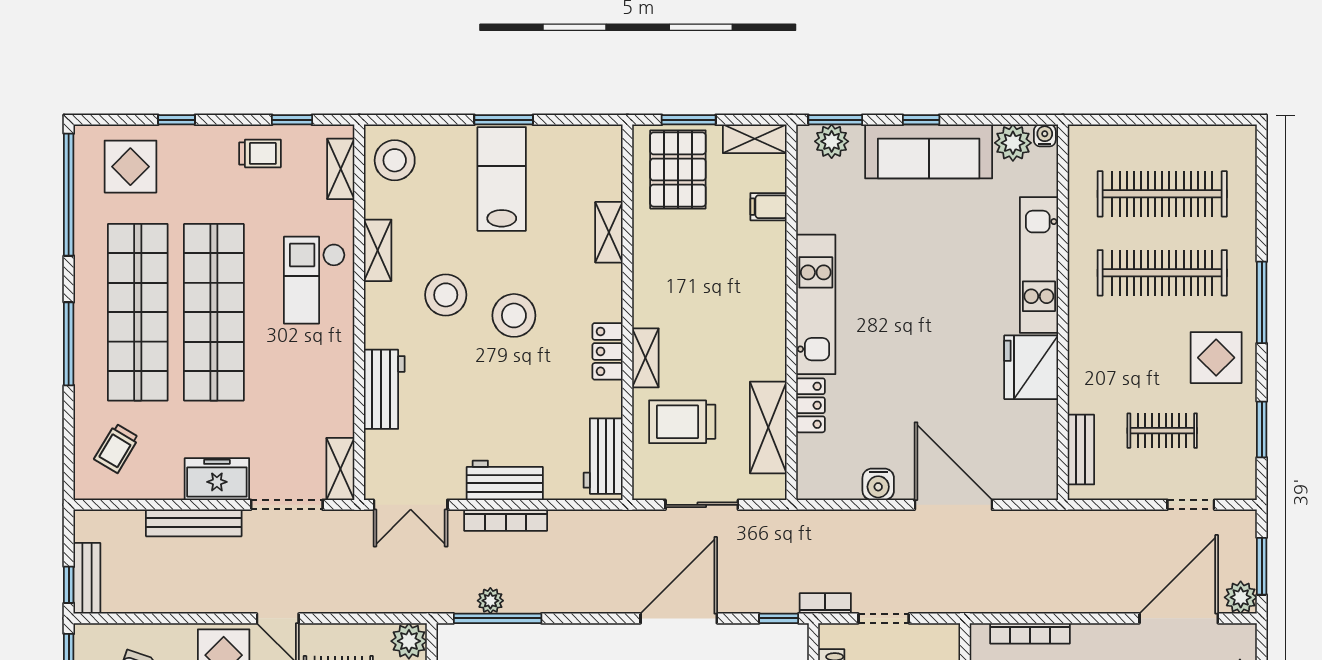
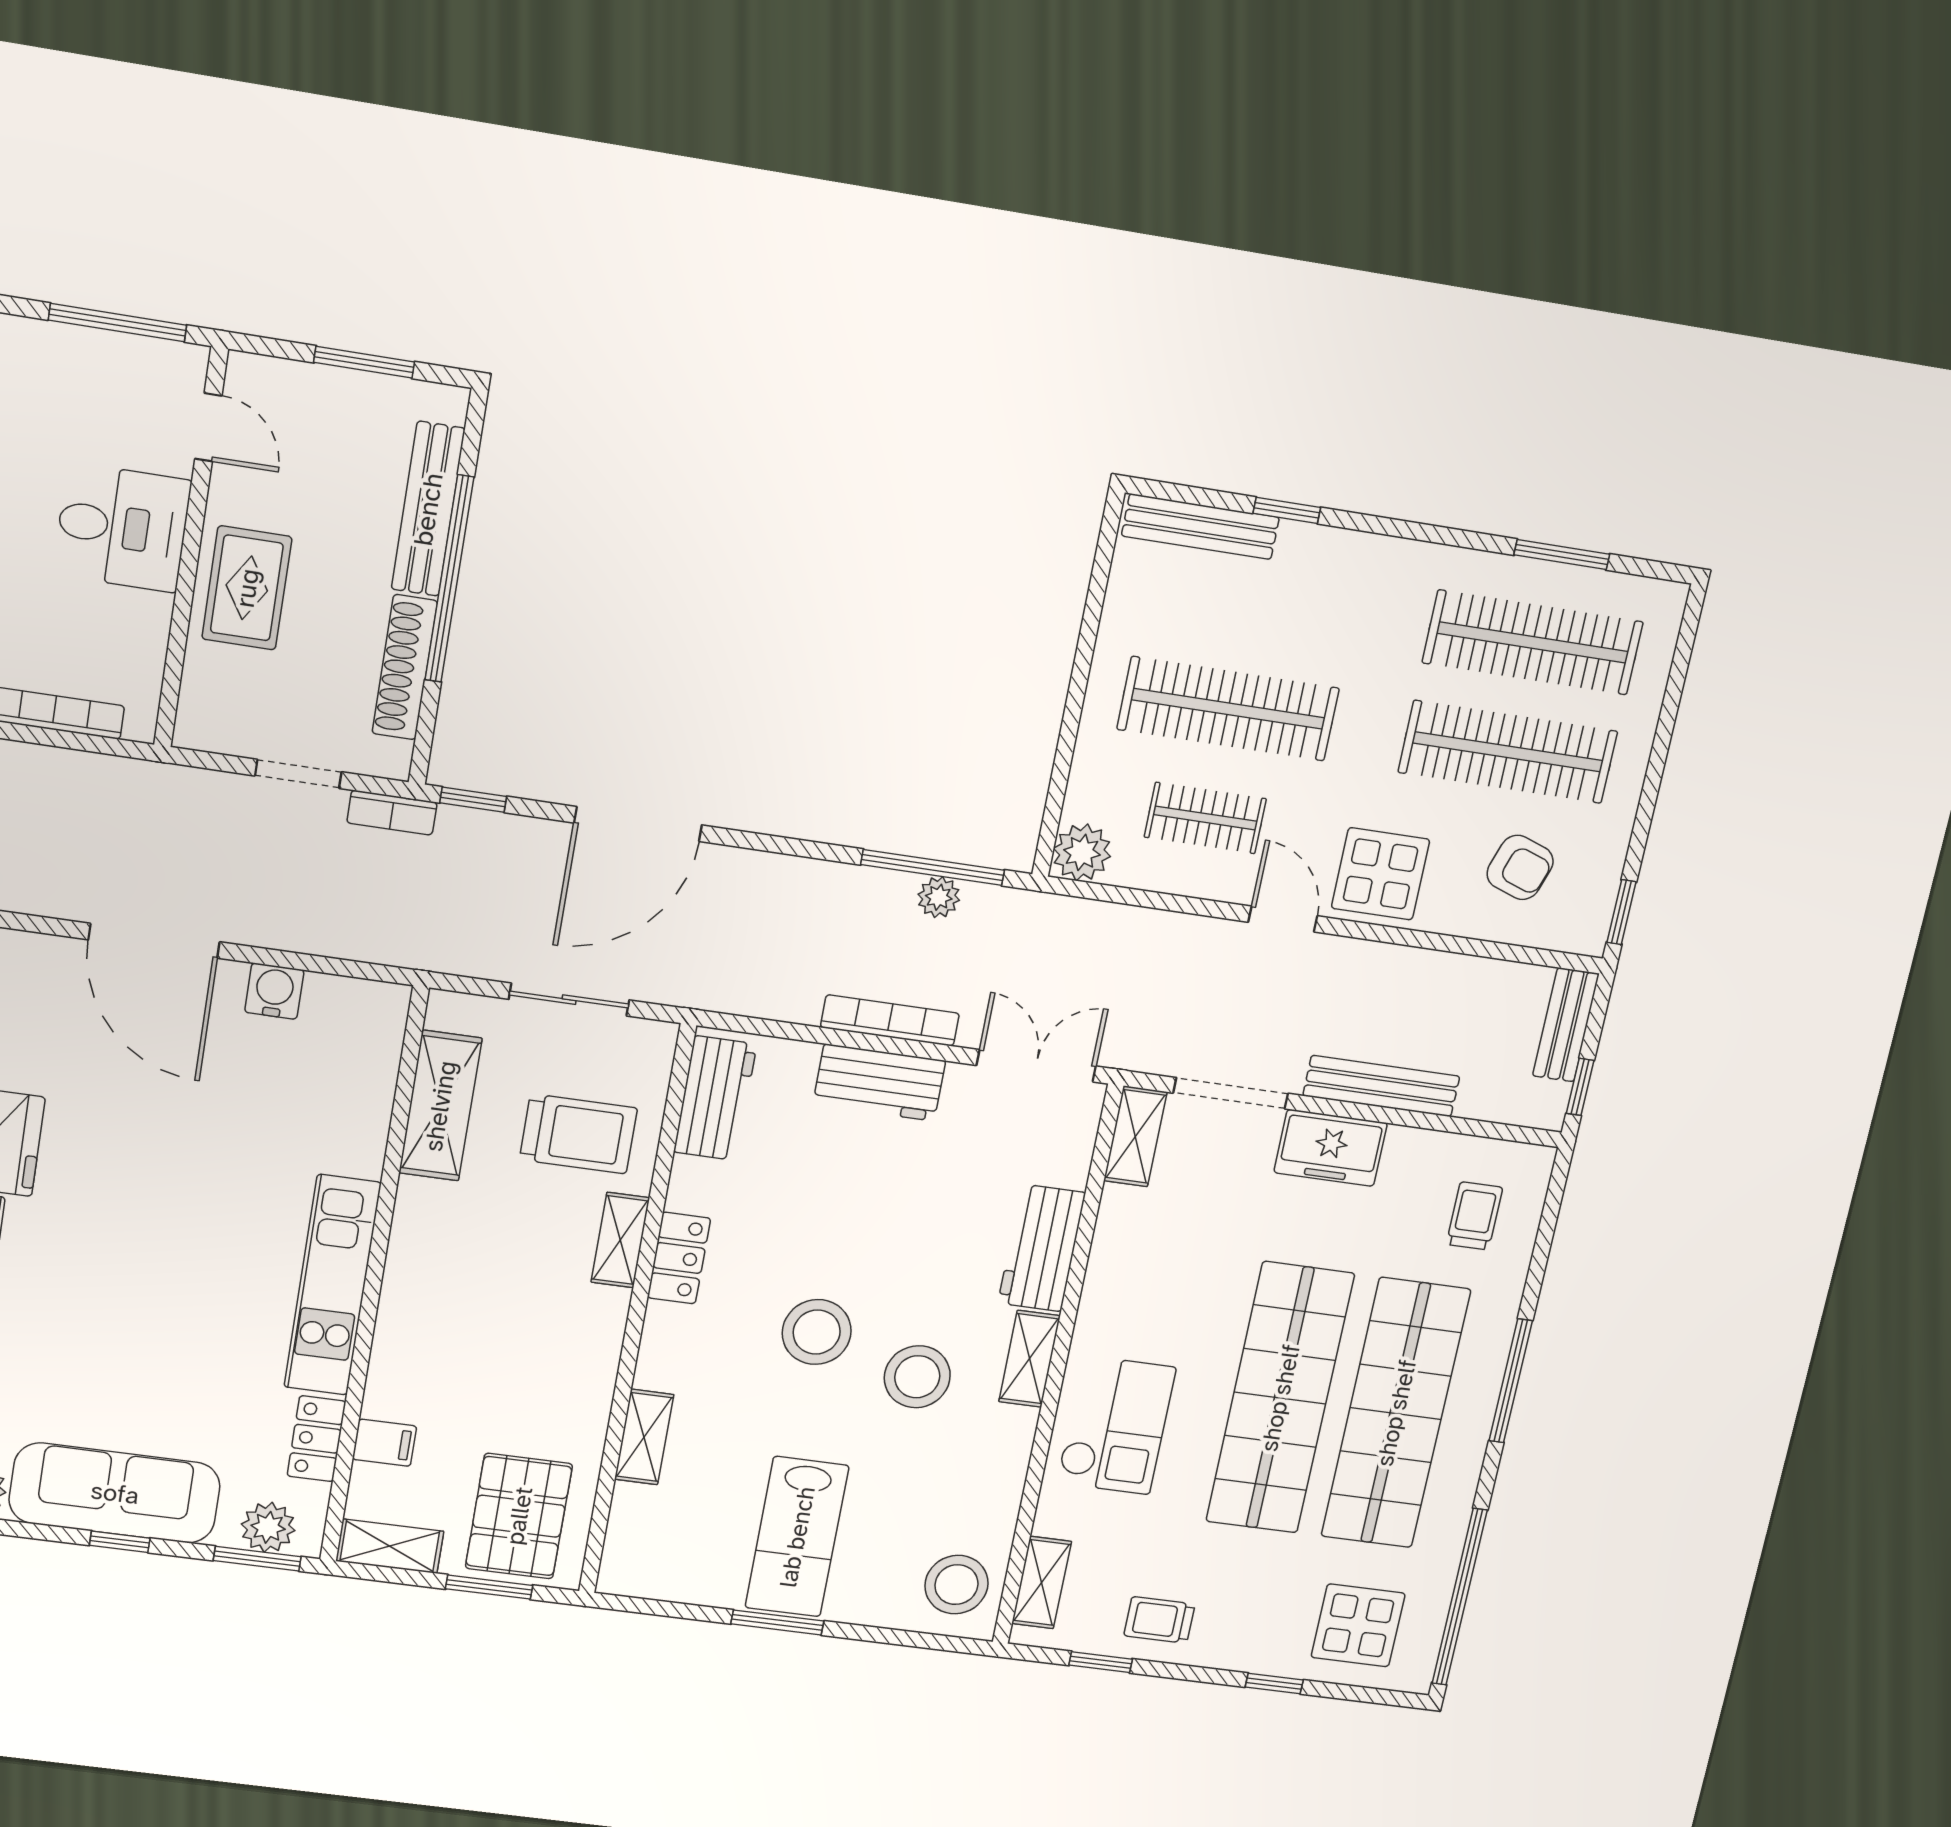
shelving: (378, 250) -> (1030, 1359), moved
locker: (811, 405) -> (317, 1439), moved
trolley: (116, 448) -> (1474, 1216), turned -31
window: (69, 585) -> (1580, 1087), moved

